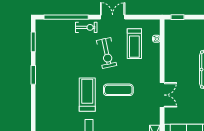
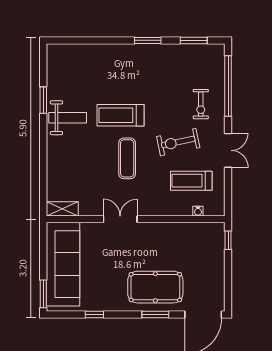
exercise bike: (86, 27) -> (201, 104), moved
treadmill: (87, 95) -> (120, 115), turned 180
double door: (162, 95) -> (120, 219), swing flipped

